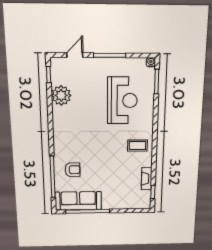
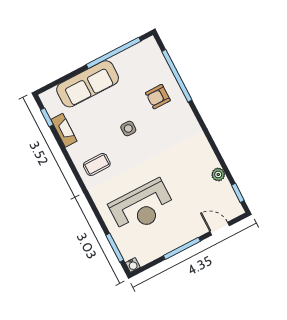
door: (75, 55) -> (220, 229), swing flipped
plant: (61, 95) -> (218, 174), width x0.53, depth x0.53
reception desk: (122, 101) -> (142, 207), turned -90
side table: (103, 159) -> (128, 128), added
sofa: (78, 201) -> (88, 84), moved

